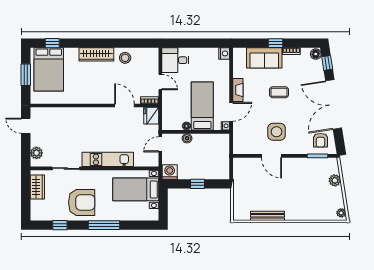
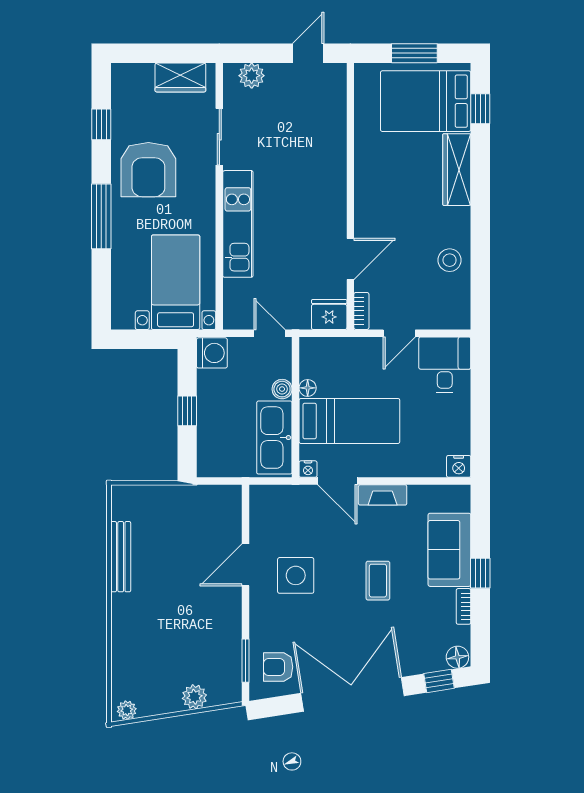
wardrobe: (96, 54) -> (457, 170), moved
kitchen sink: (210, 142) -> (274, 438), added

